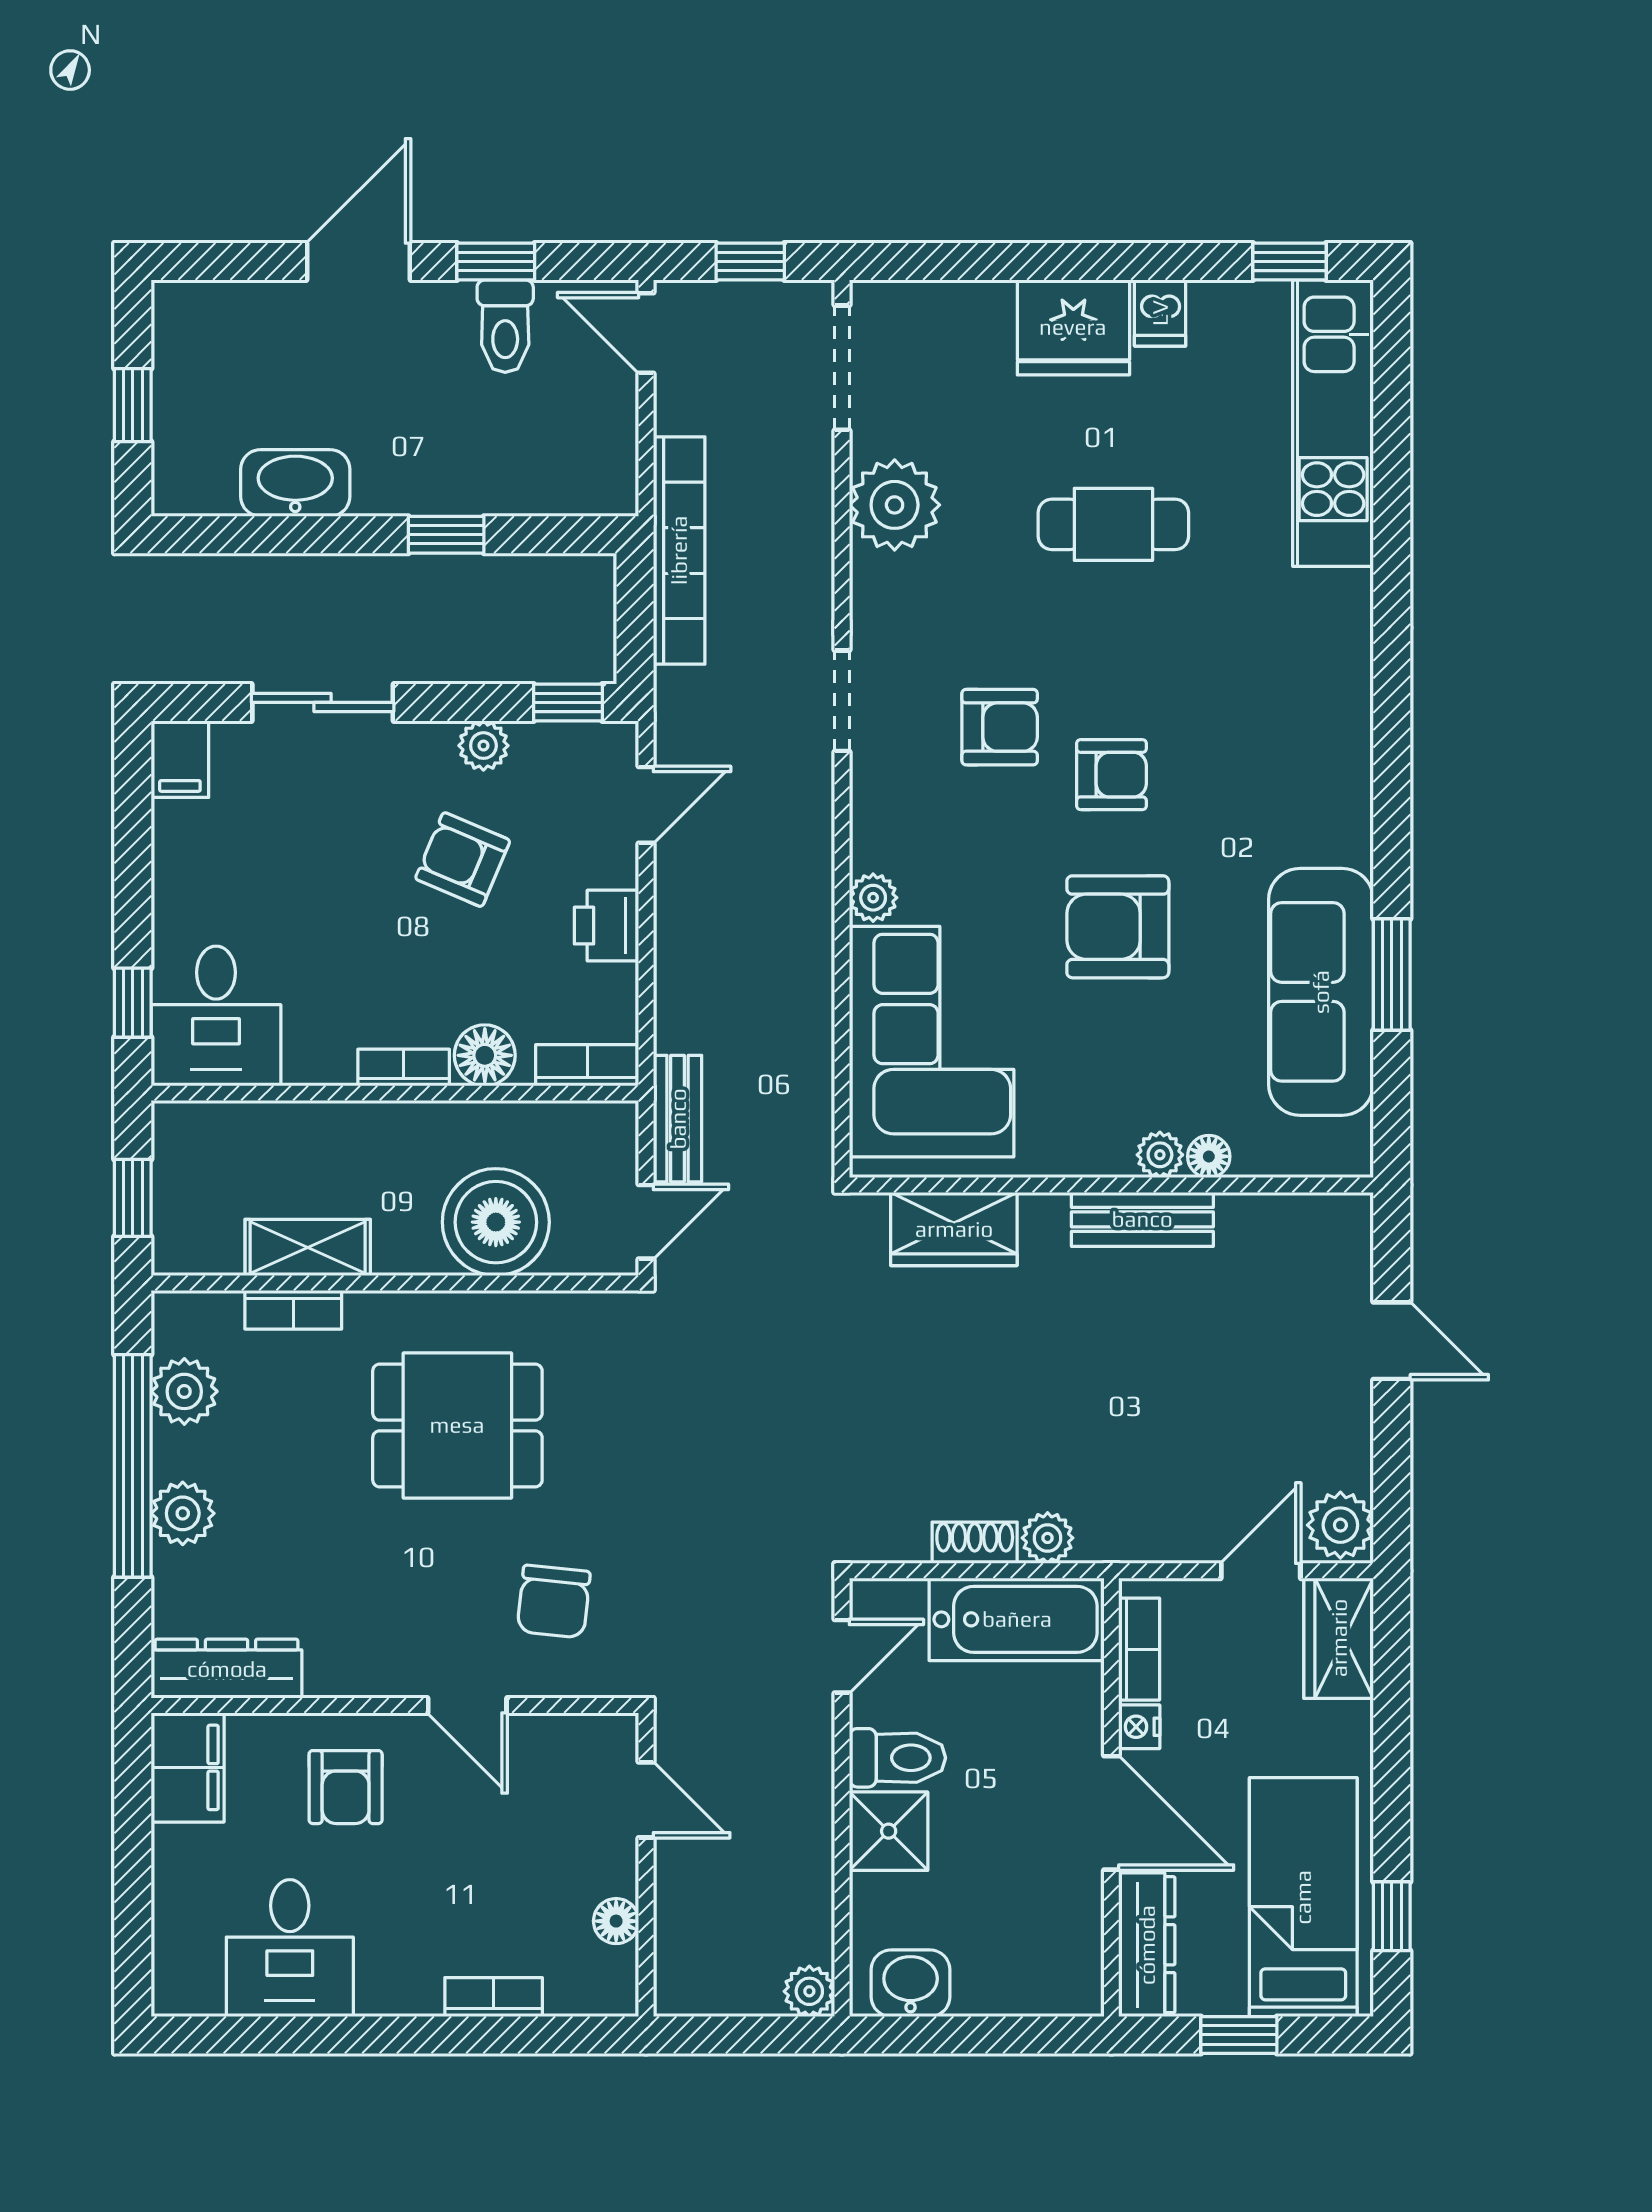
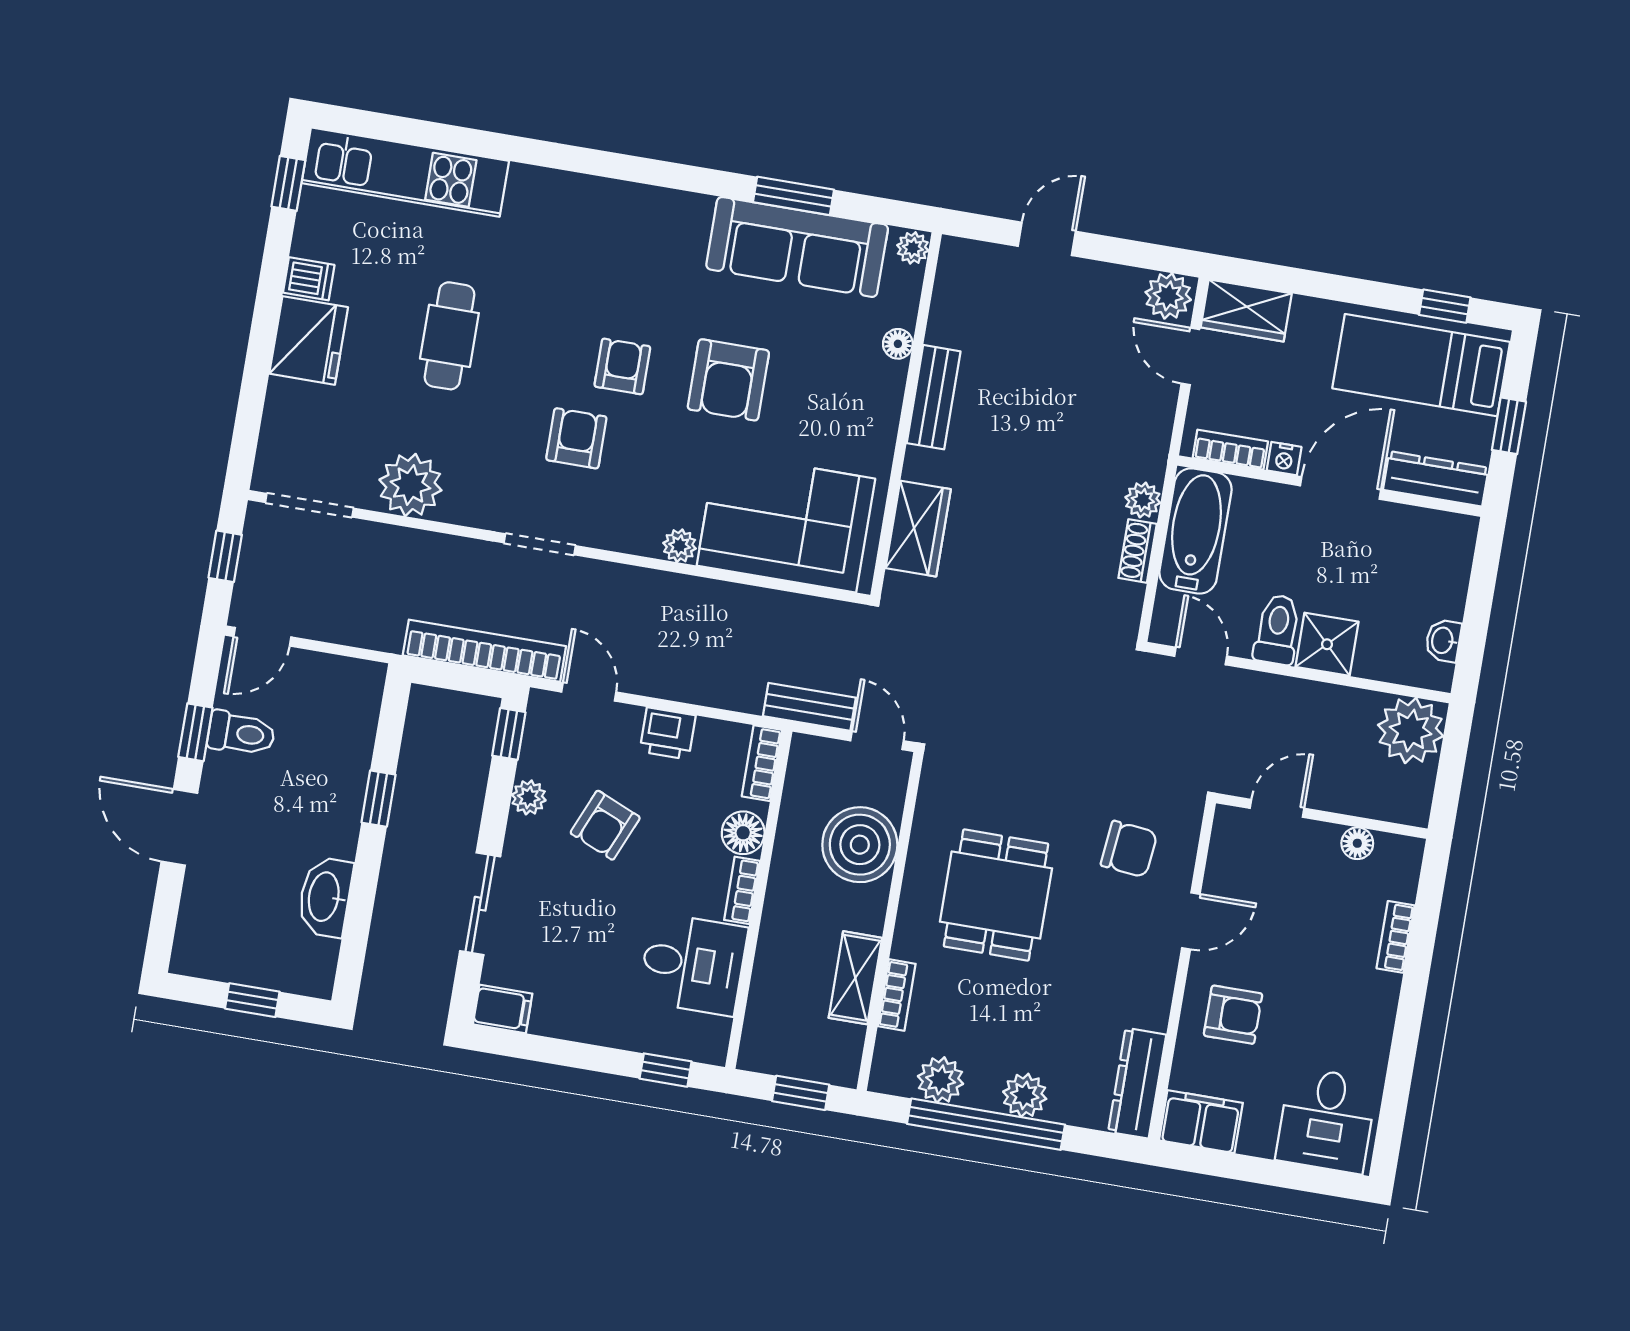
bookcase: (679, 550) -> (484, 651), moved
desk: (216, 1016) -> (693, 964), moved
plant: (1160, 1155) -> (913, 248), moved
desk: (290, 1948) -> (1326, 1120), moved, turned 90
washbasin: (911, 1983) -> (1443, 641), width x0.72, depth x0.69
plant: (809, 1991) -> (1411, 731), width x1.87, depth x1.87

